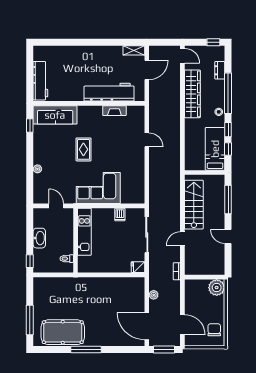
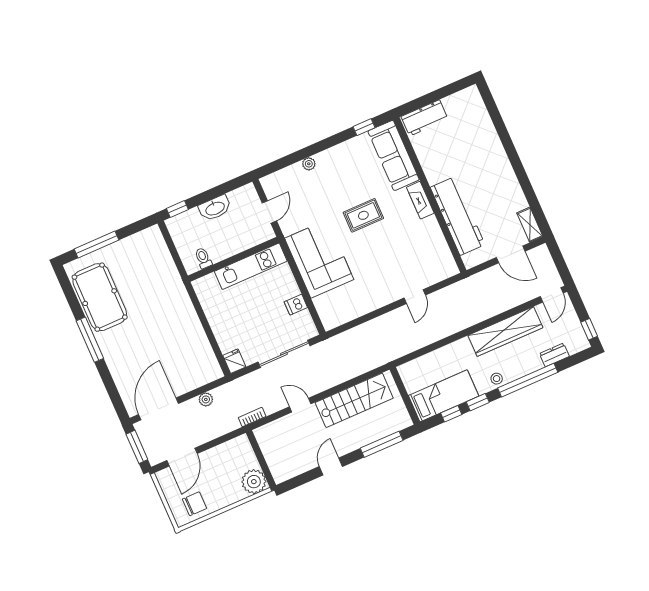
workbench: (40, 81) -> (425, 118), width x0.73
fireplace: (114, 111) -> (420, 200), moved

